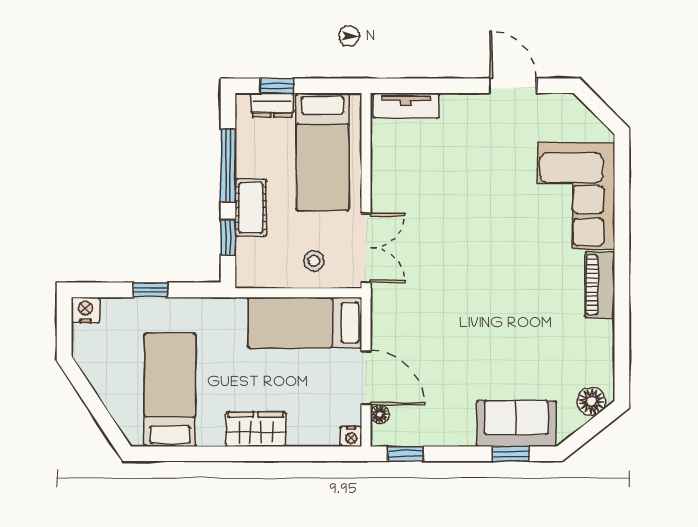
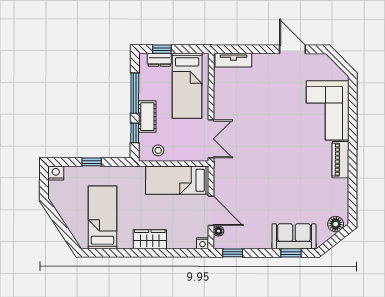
stool: (314, 261) -> (158, 150), moved

